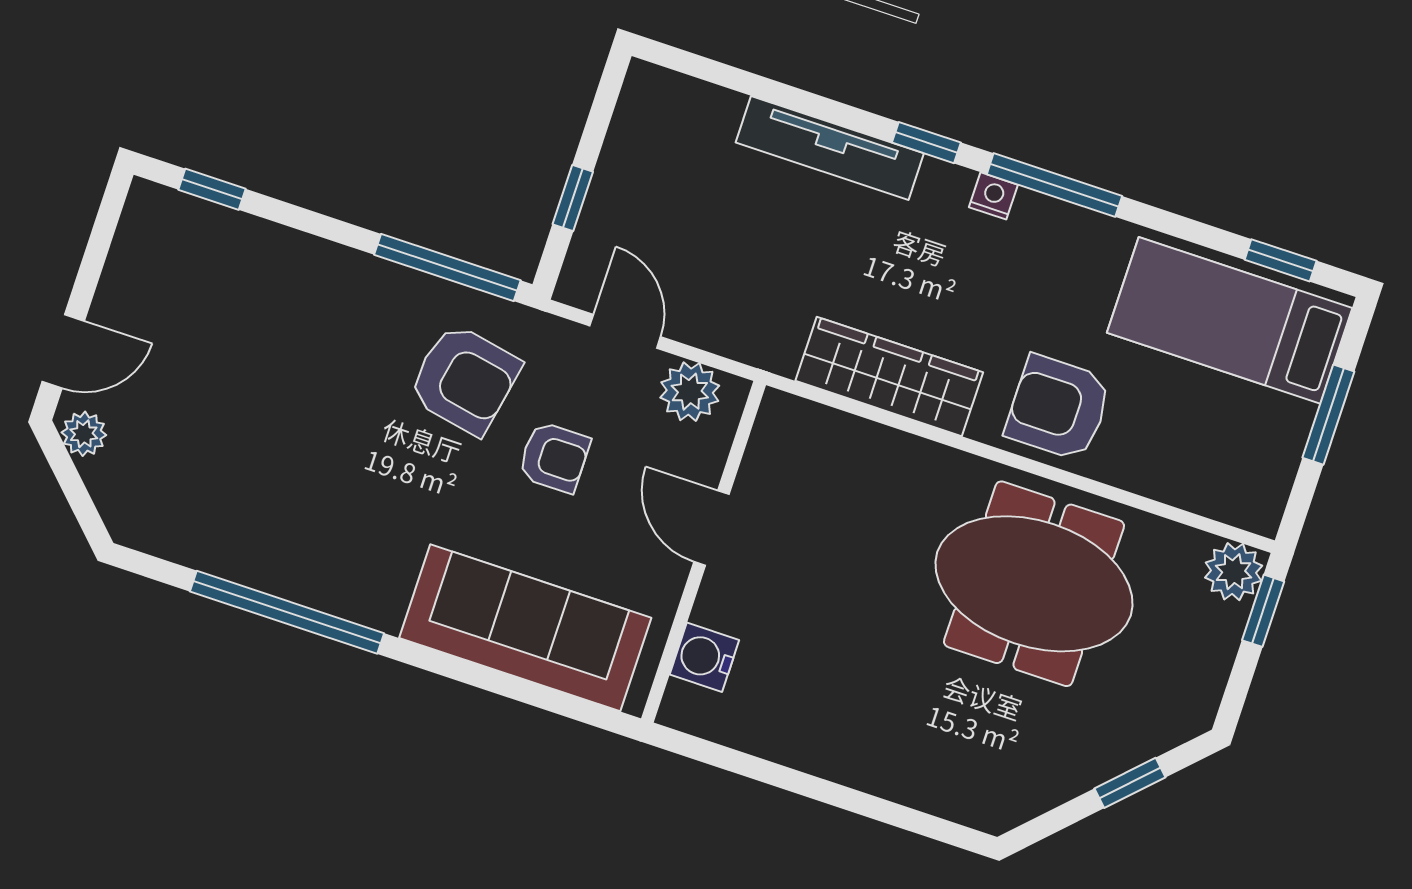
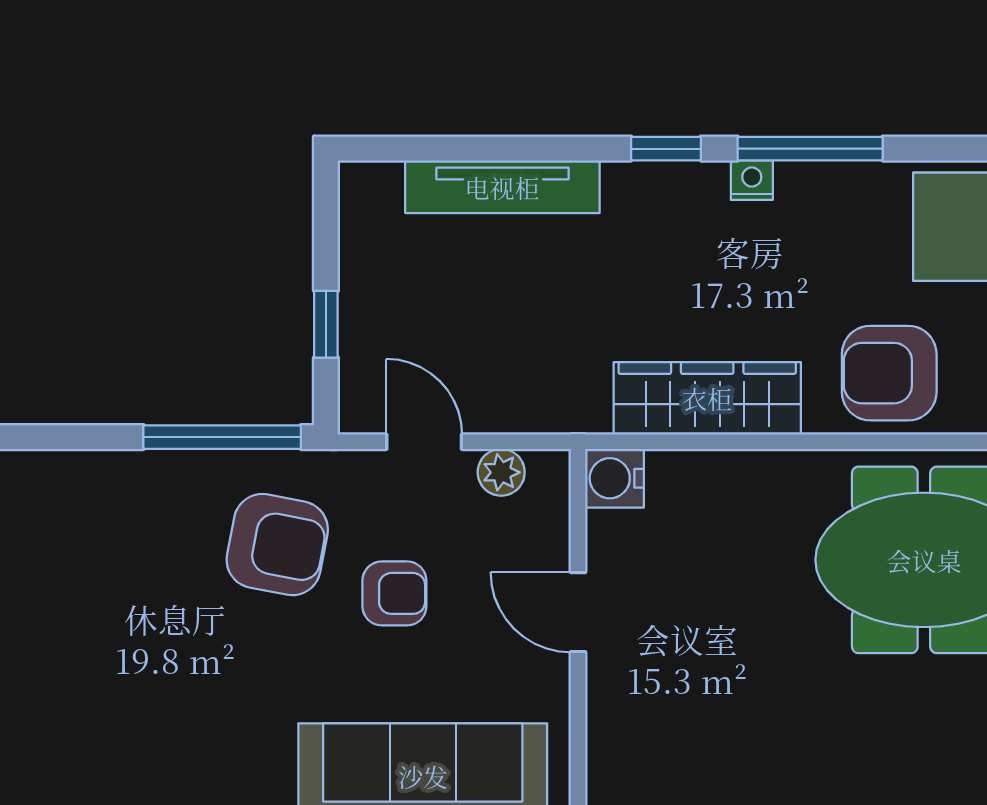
tv unit: (830, 148) -> (502, 187), moved
plant: (690, 392) -> (501, 472), width x0.73, depth x0.73
water cooler: (704, 657) -> (614, 478), moved

